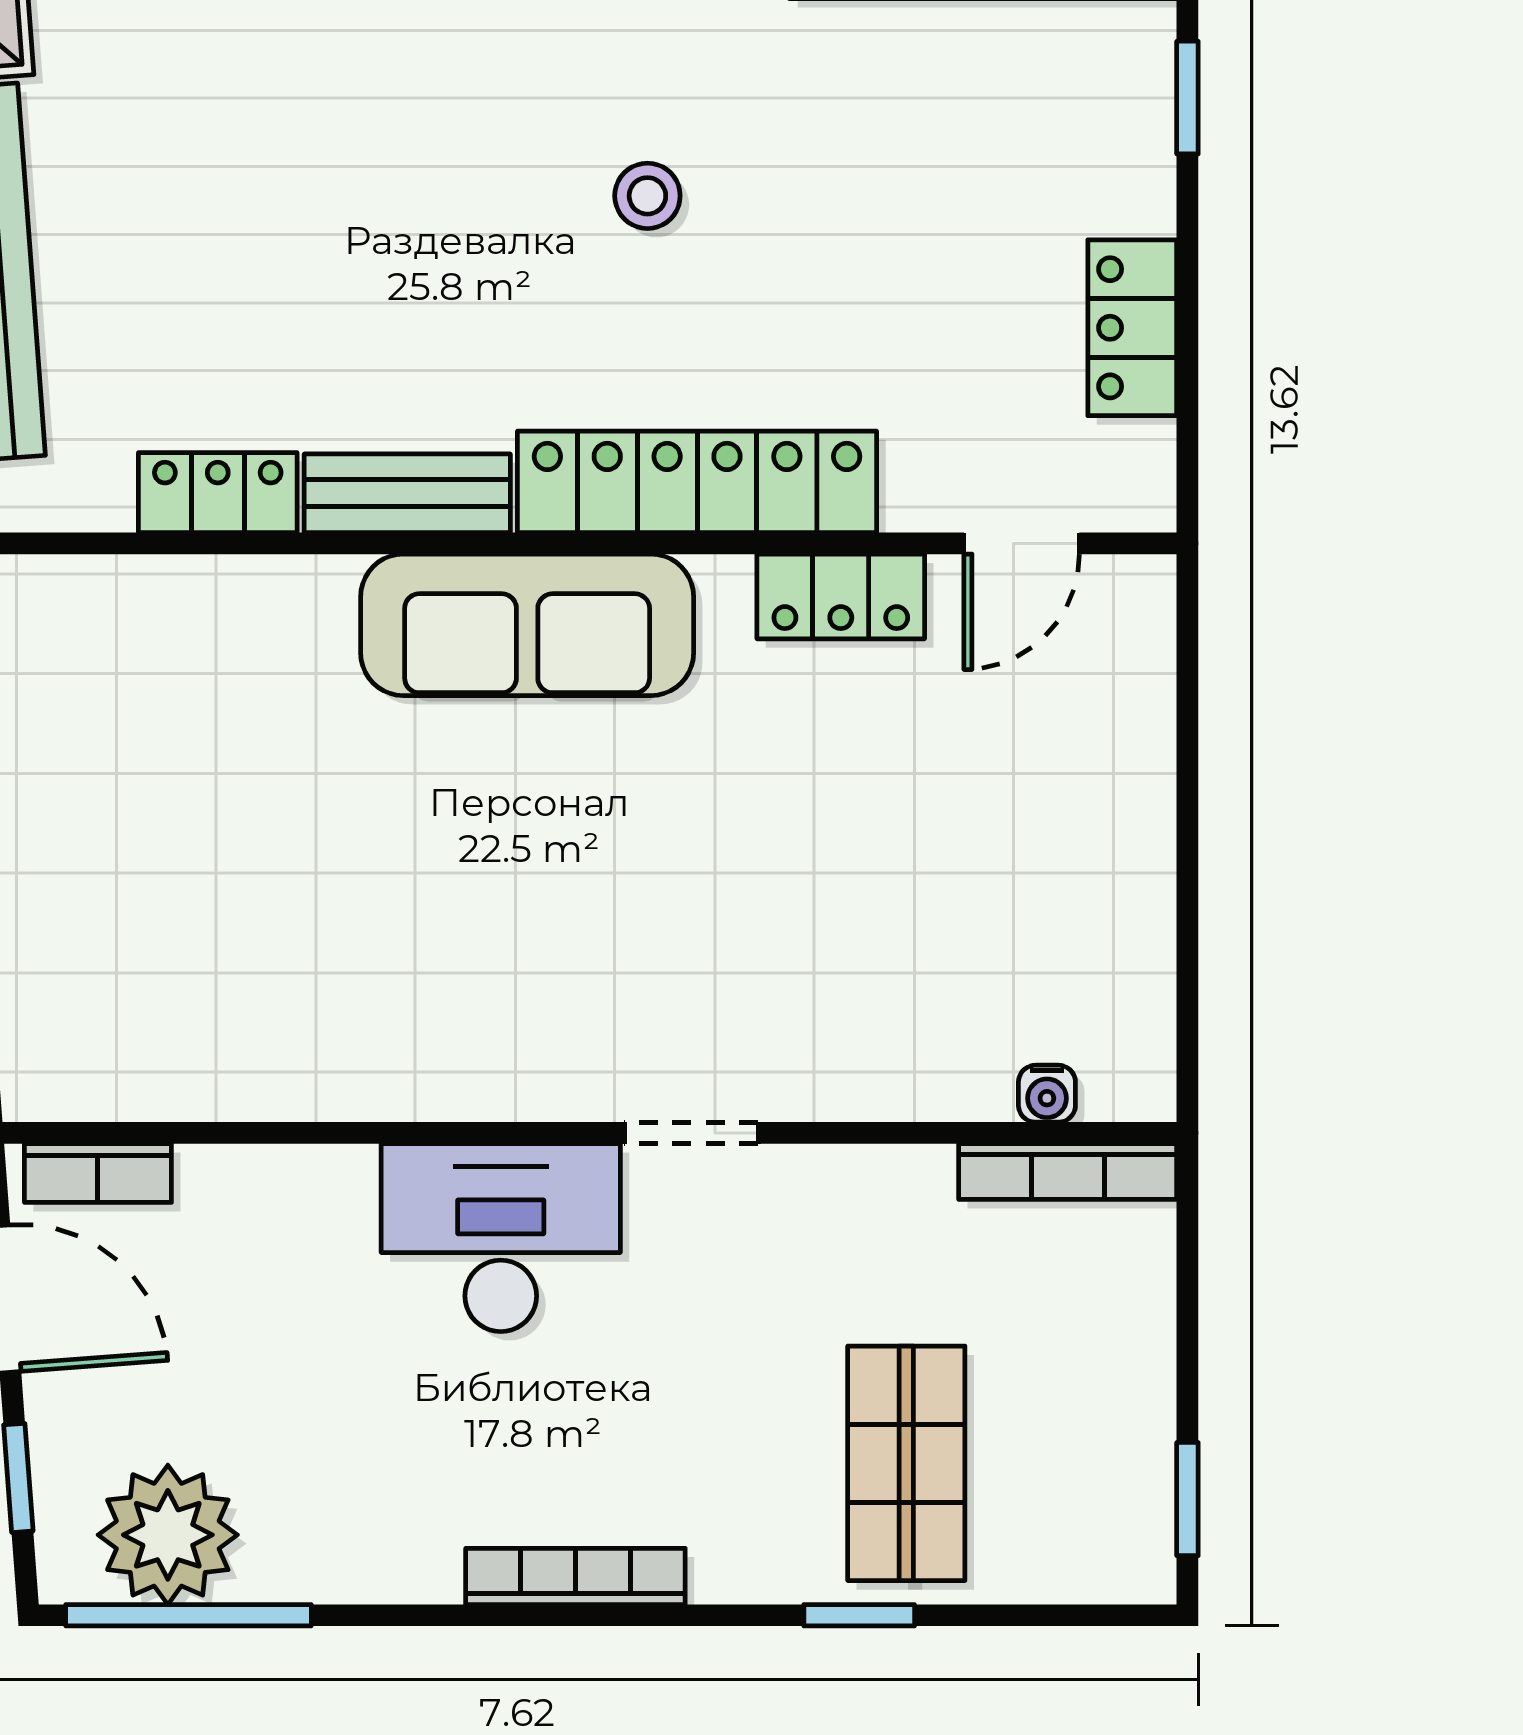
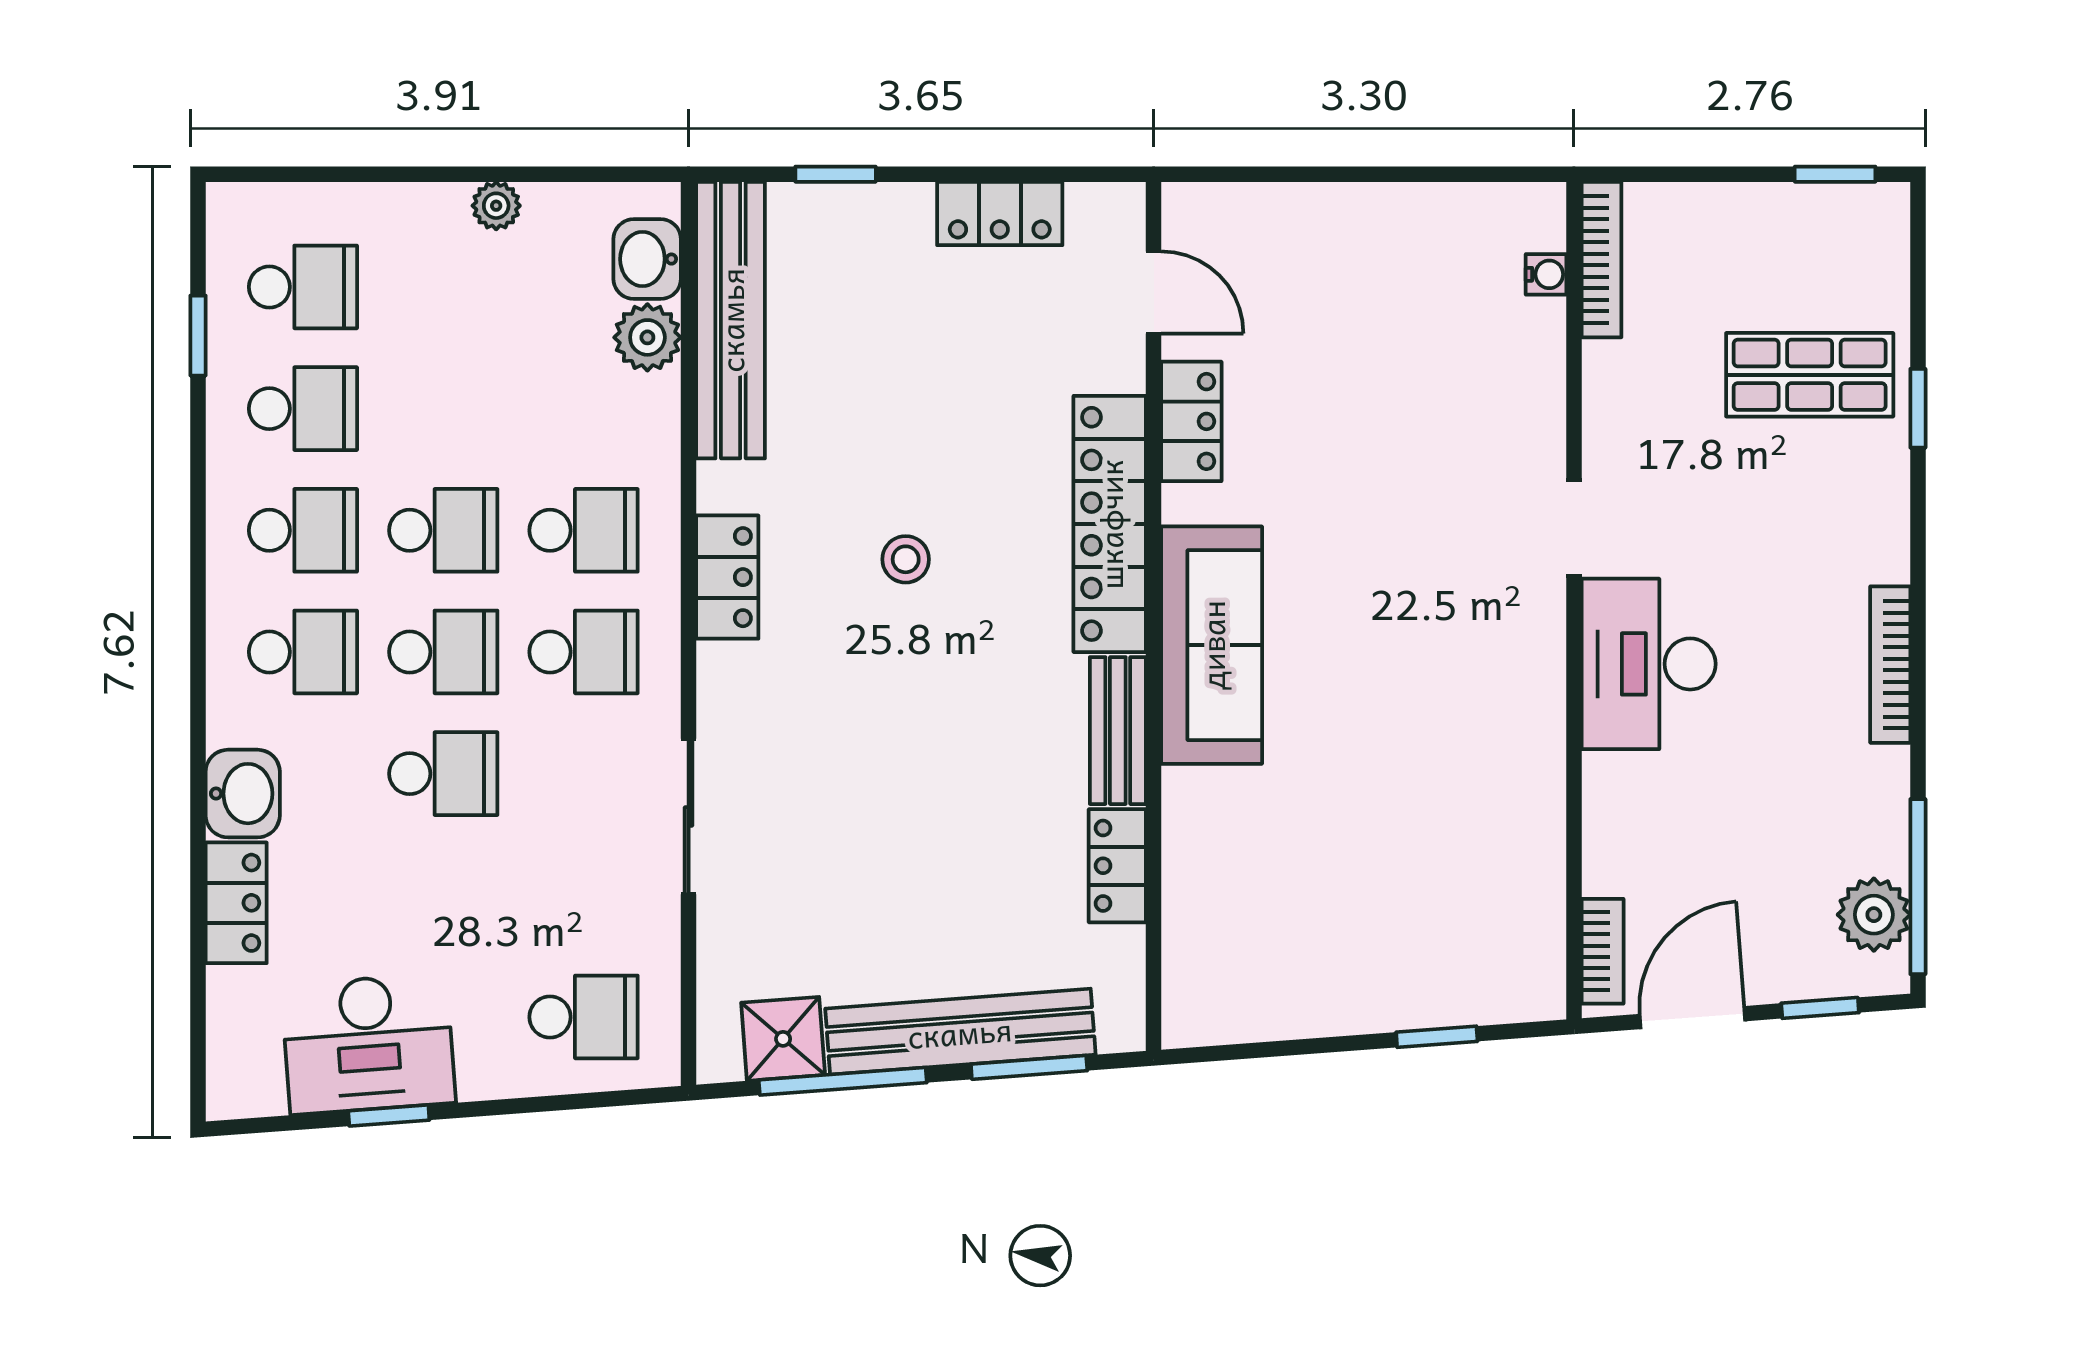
plant: (168, 1535) -> (1874, 915), width x0.73, depth x0.73
bookcase: (575, 1576) -> (1890, 665), moved

